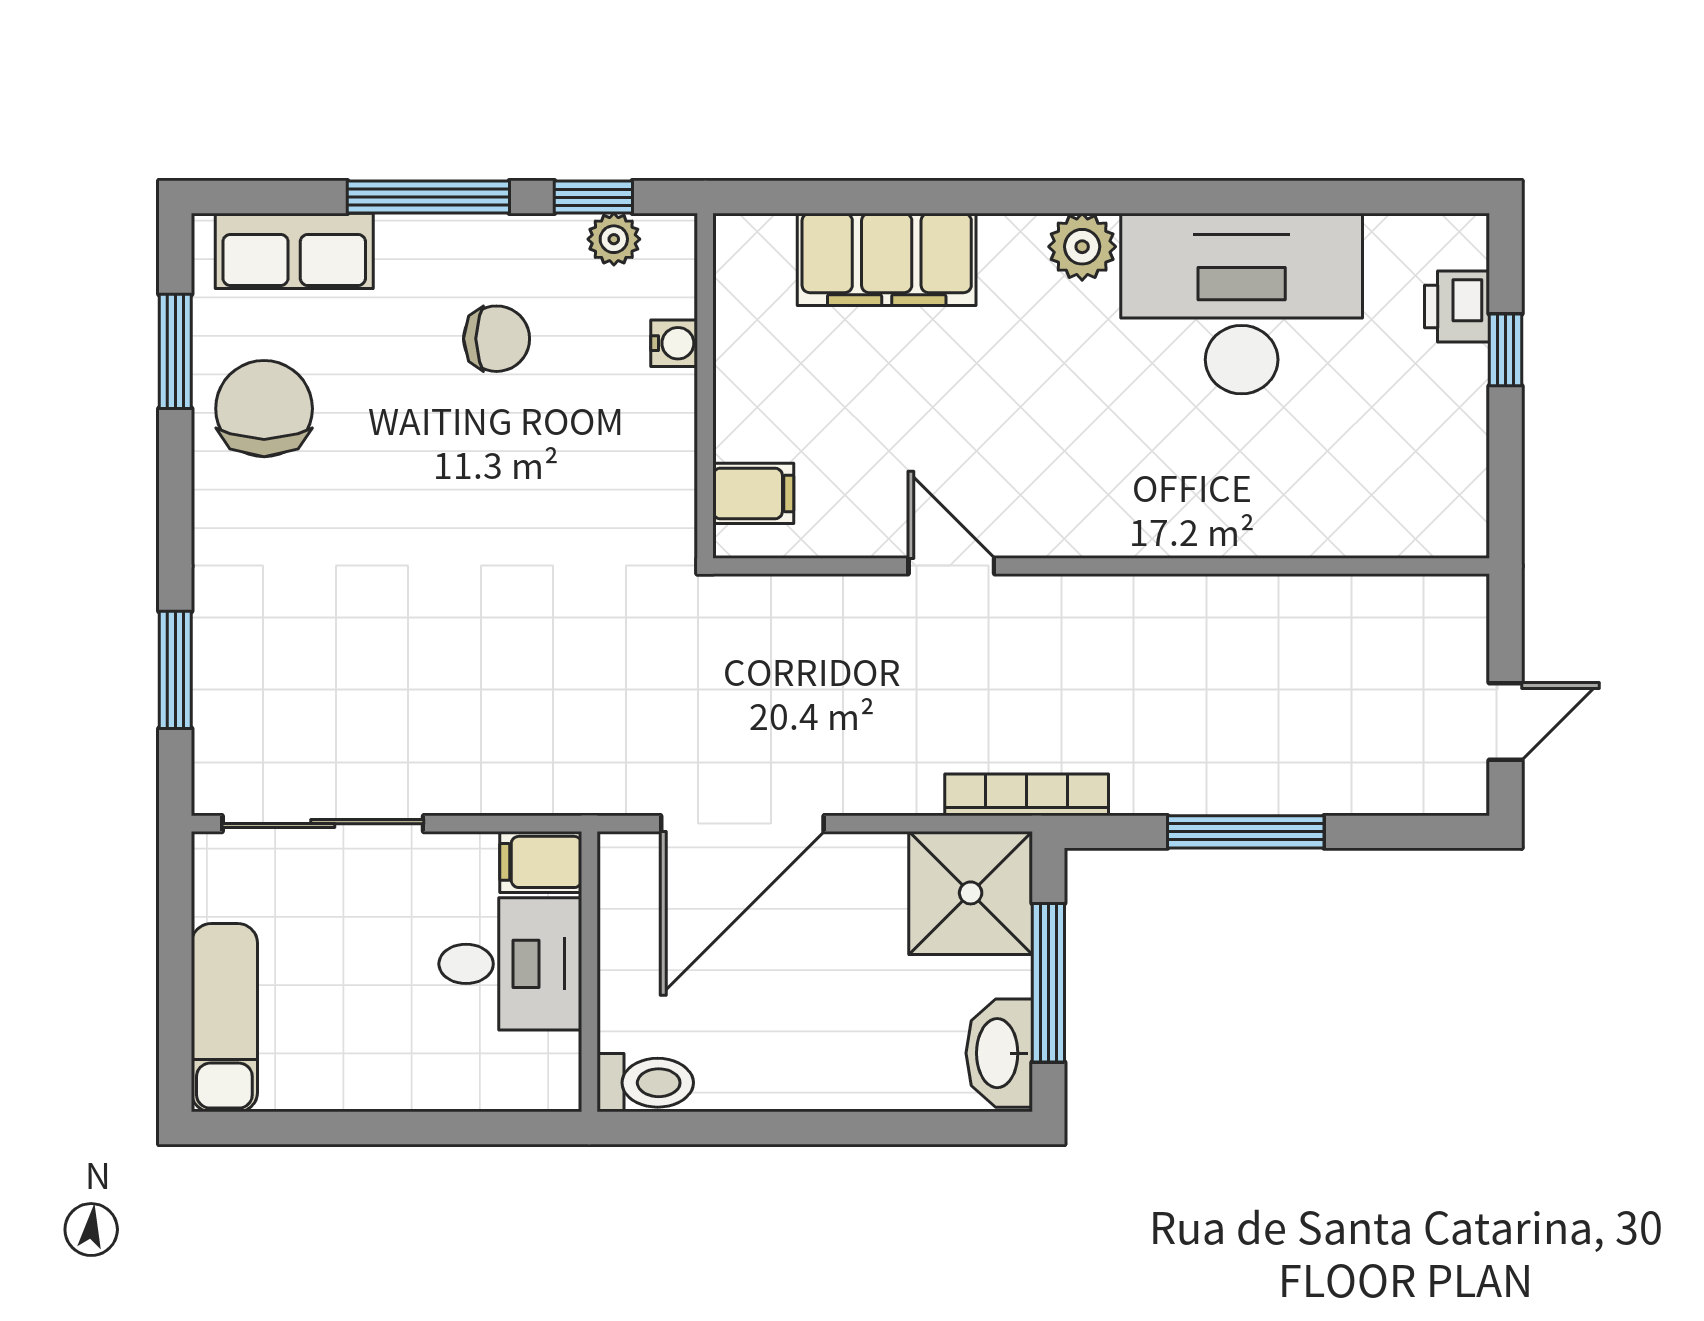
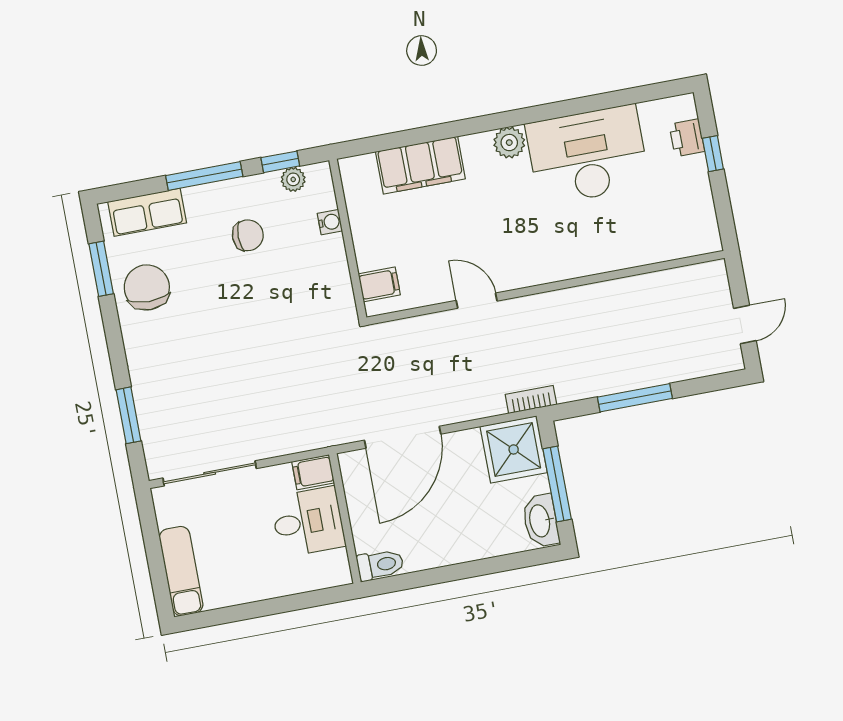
bookcase: (1027, 795) -> (531, 400), width x0.64

